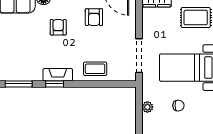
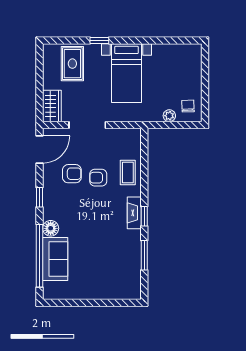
armchair: (58, 27) -> (98, 178), moved
doorway: (139, 56) -> (87, 125), moved
chair: (178, 106) -> (188, 106), moved

